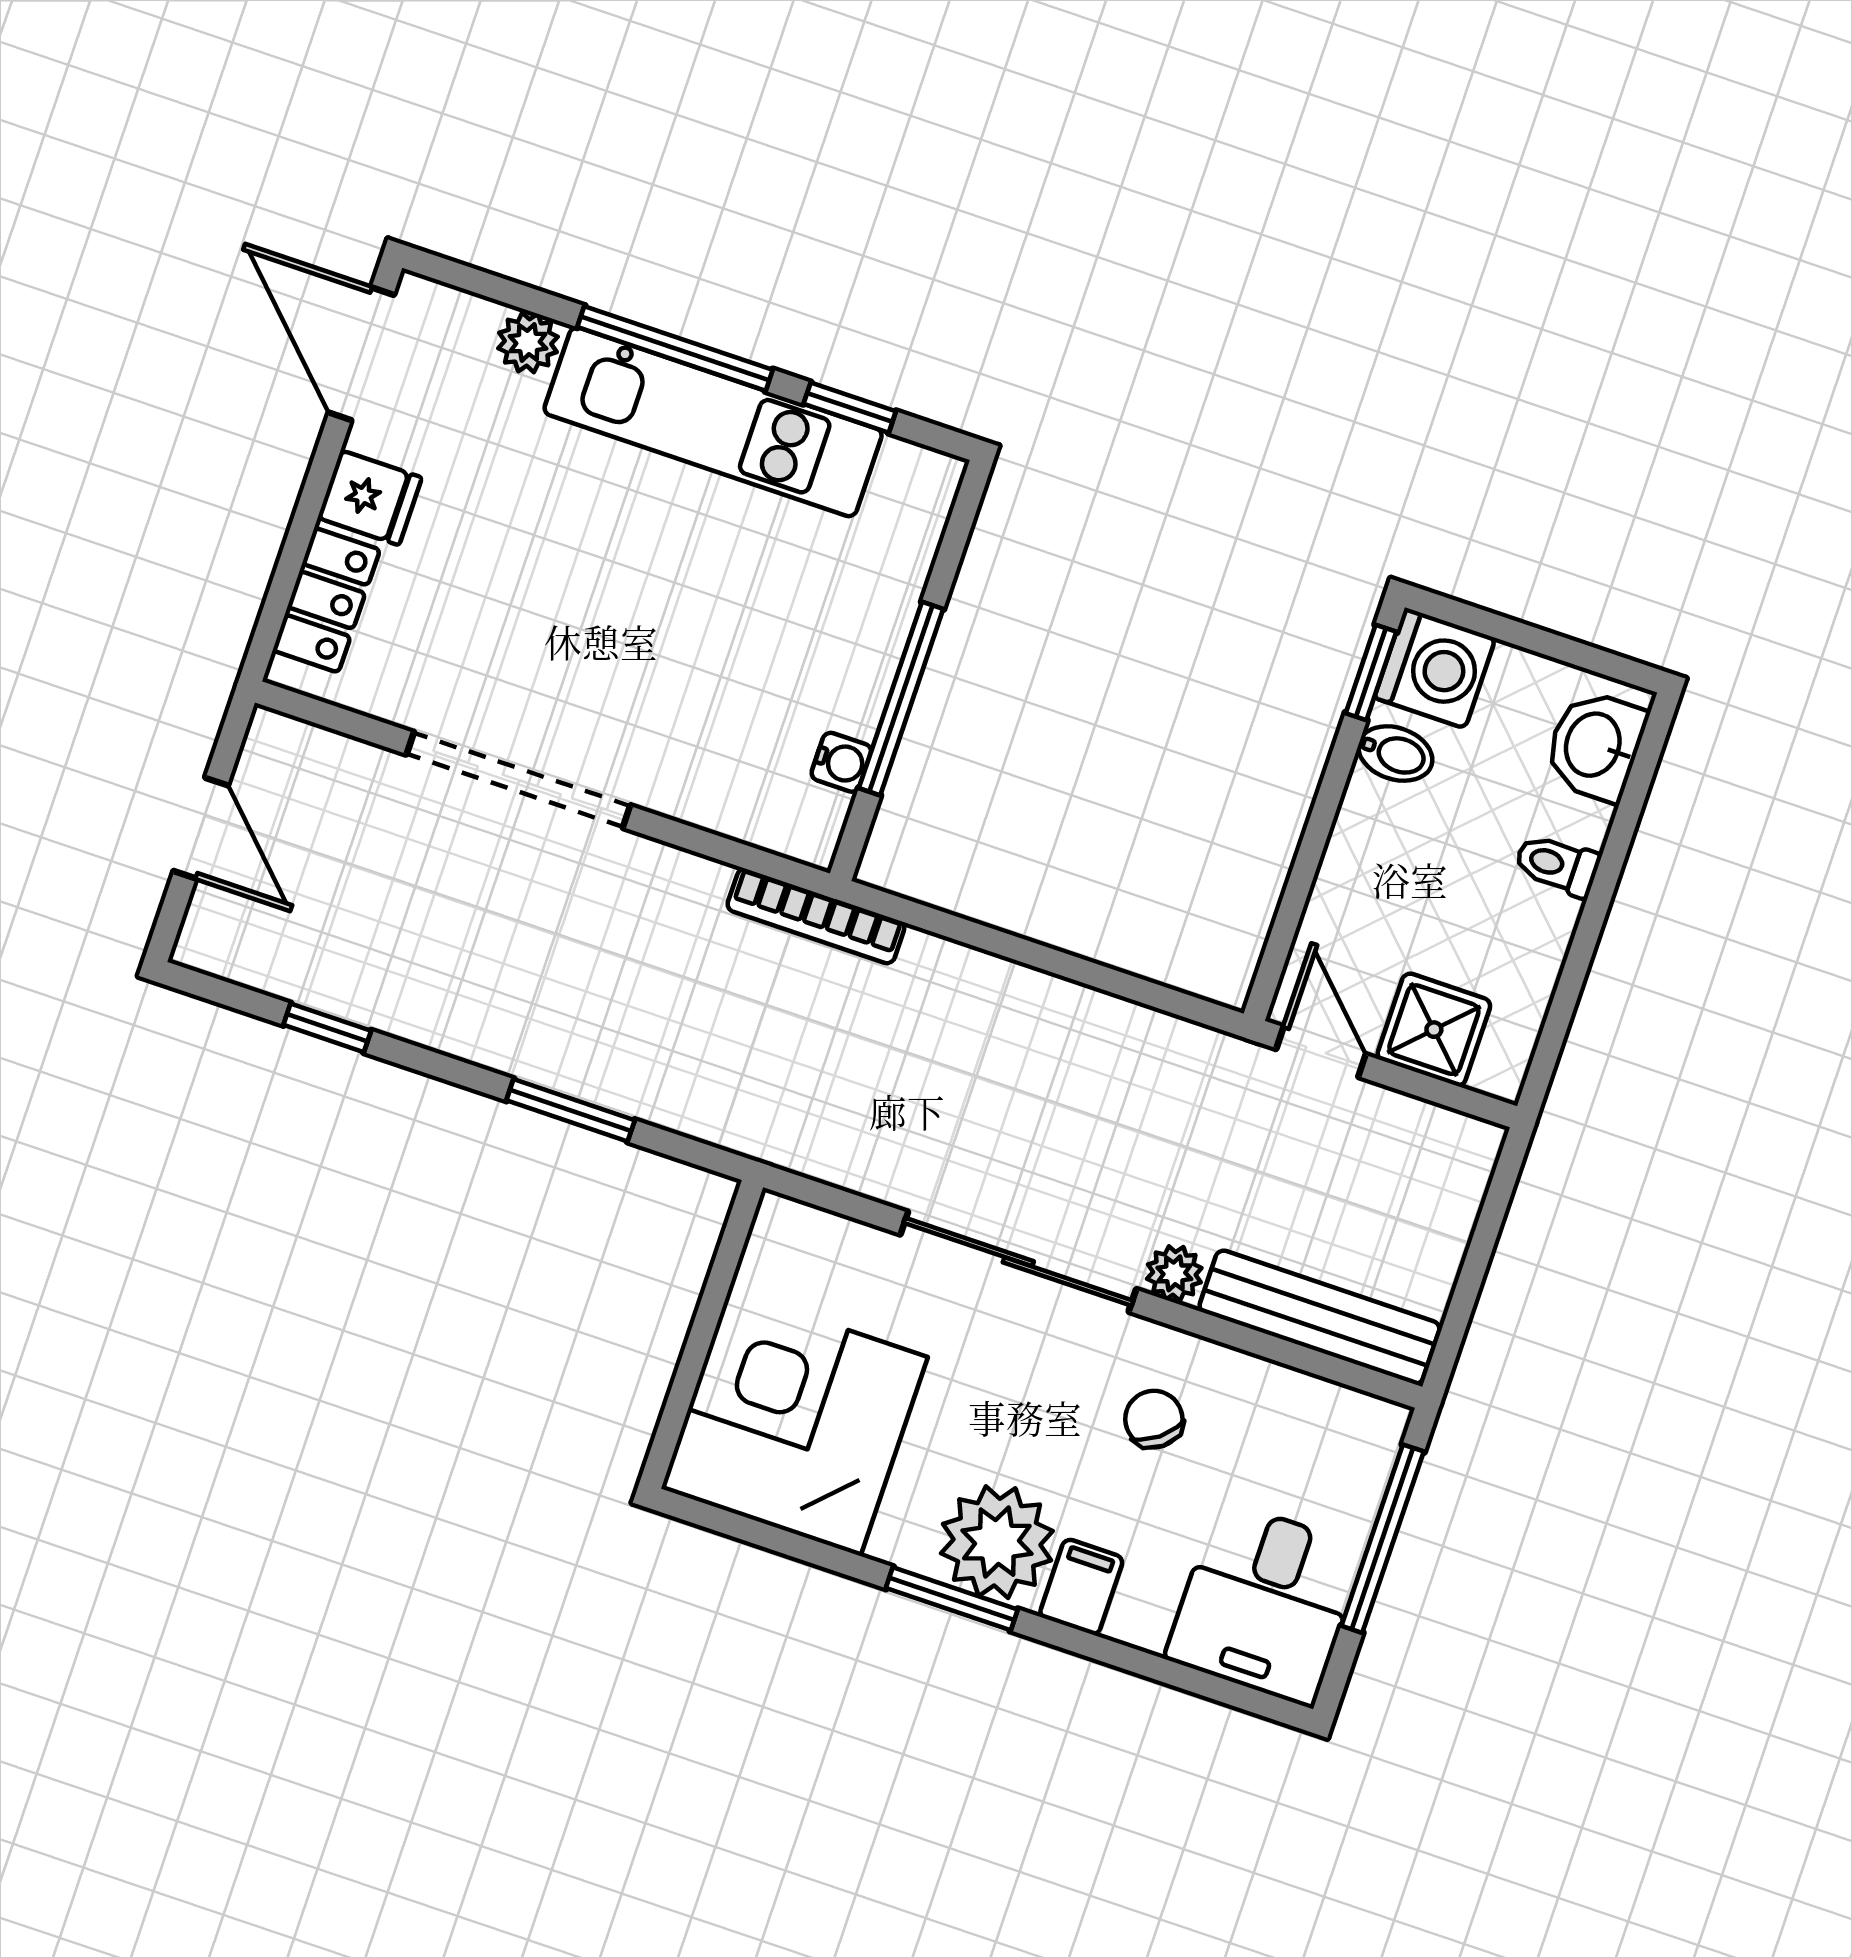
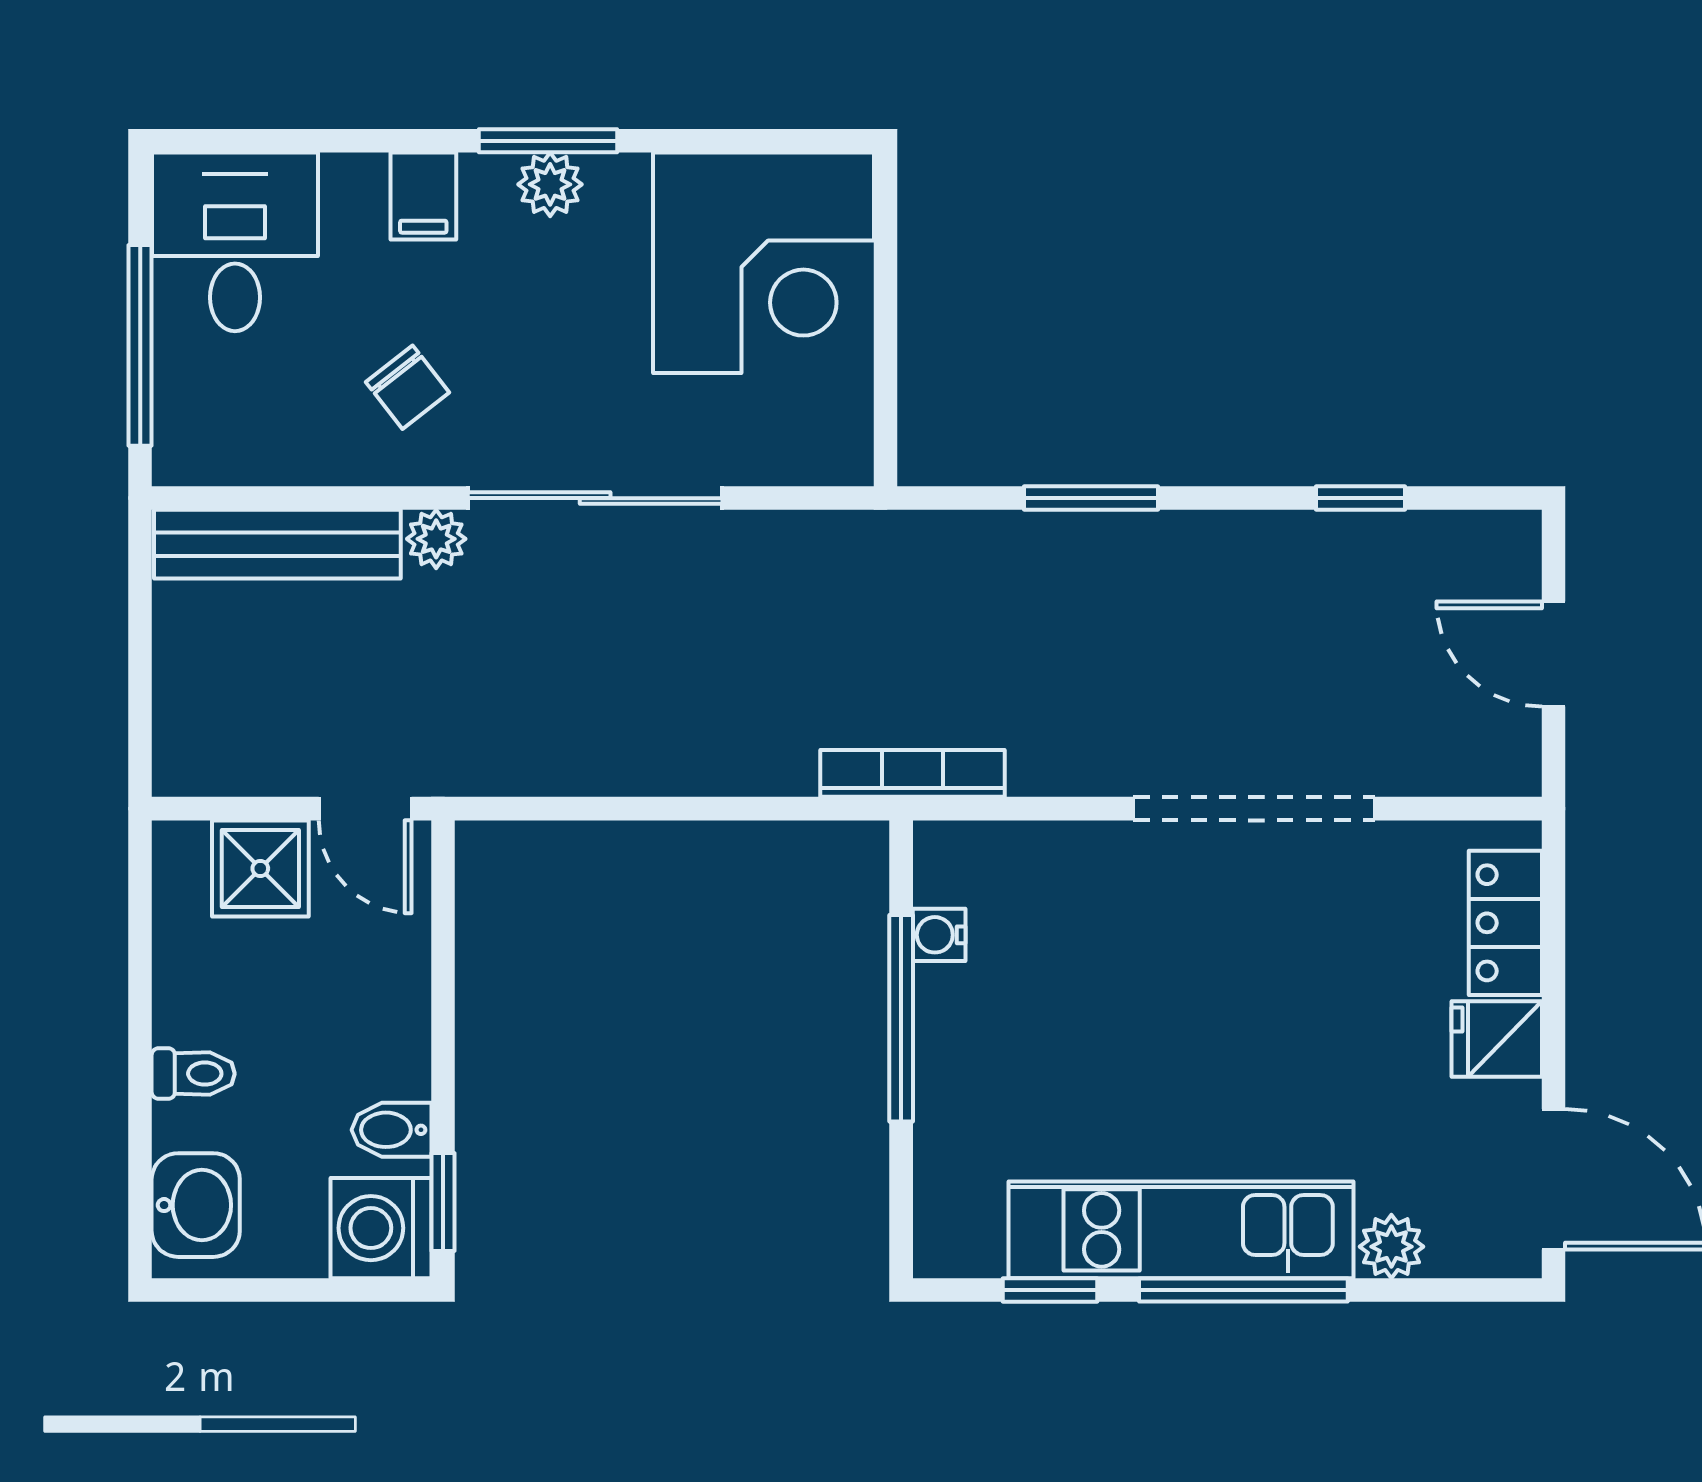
plant: (997, 1542) -> (550, 184), width x0.53, depth x0.53

